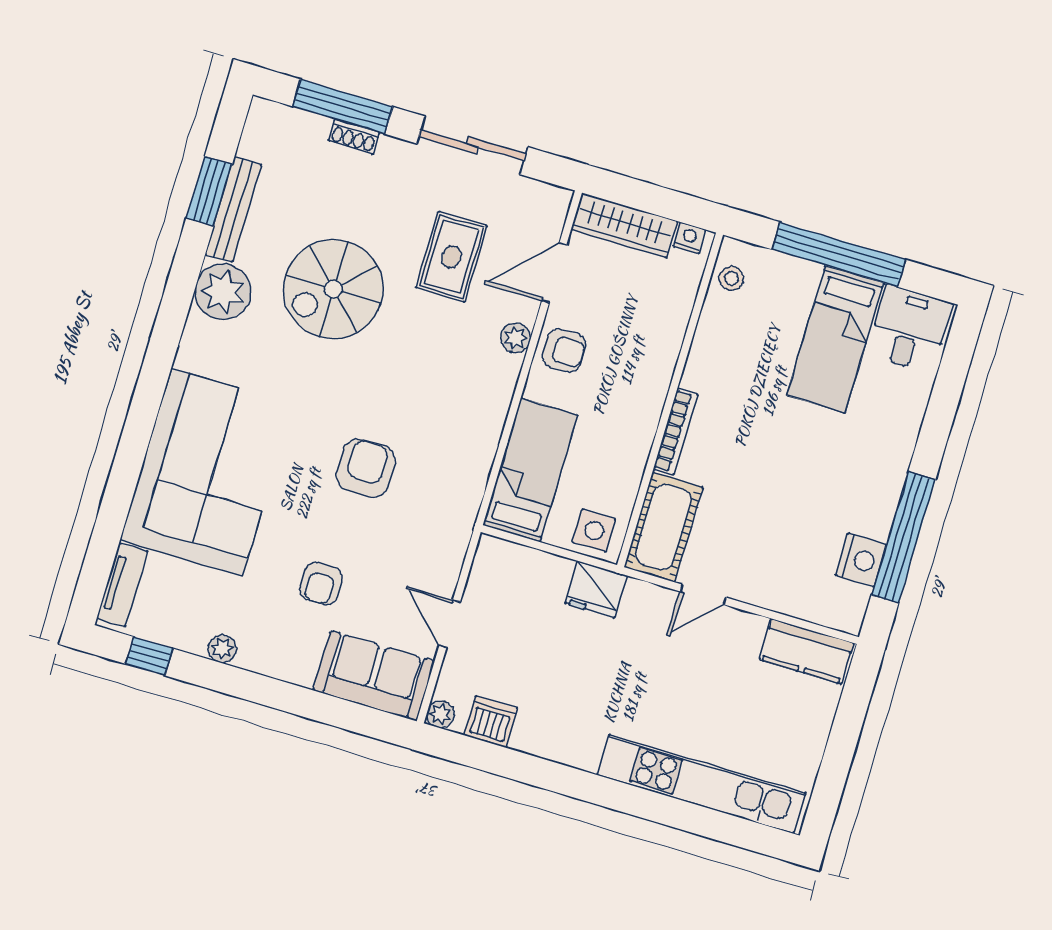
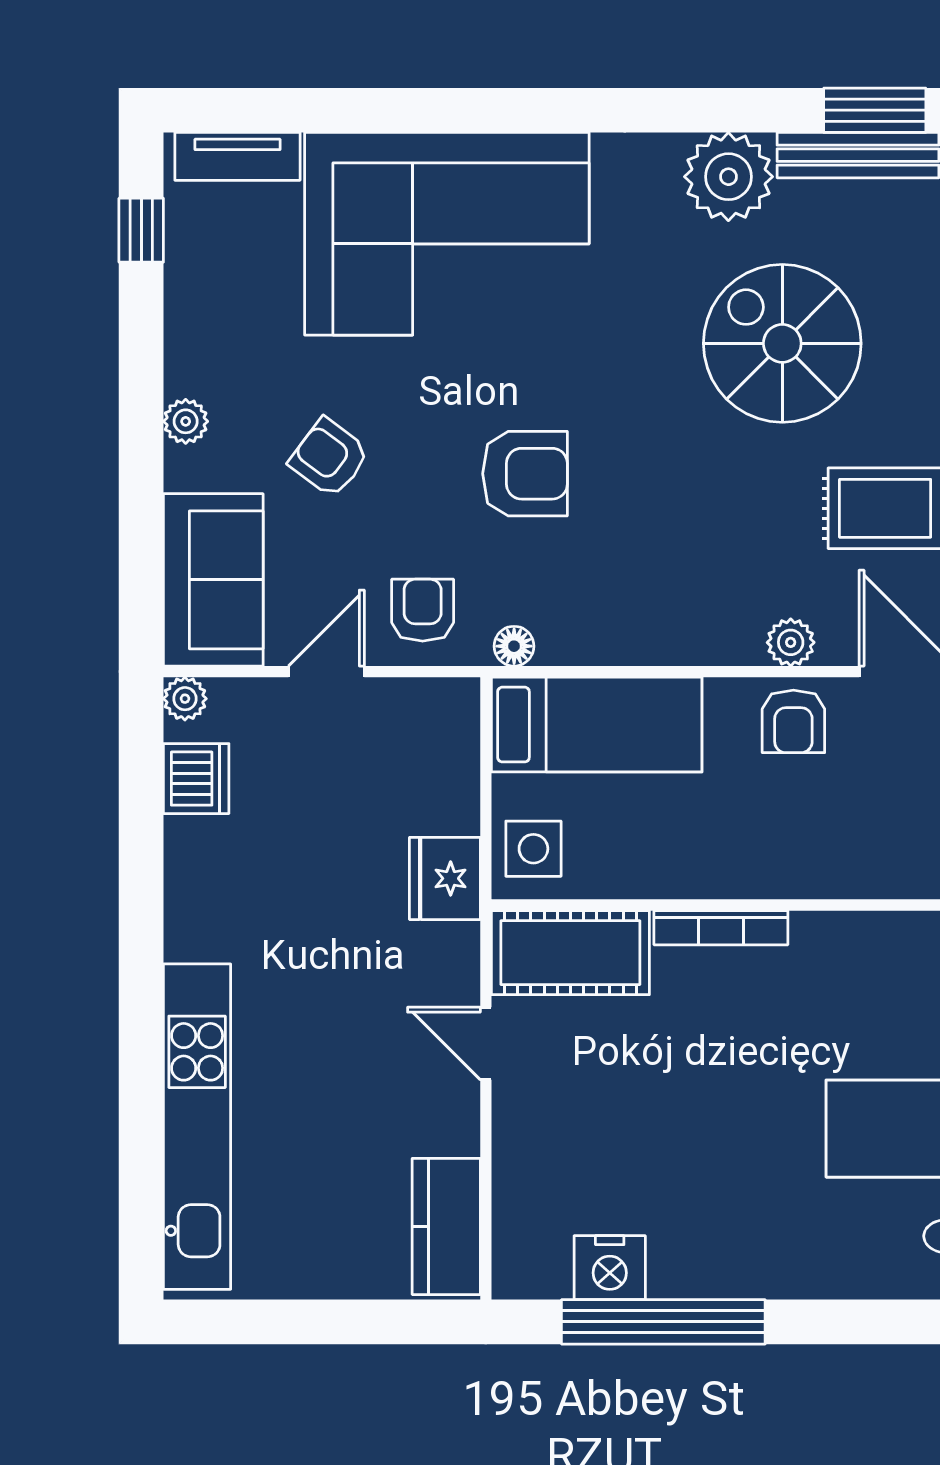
floor lamp: (468, 506) -> (514, 646), added
armchair: (430, 555) -> (423, 610), added
armchair: (321, 584) -> (329, 458), turned 37
plant: (222, 649) -> (186, 421), moved

